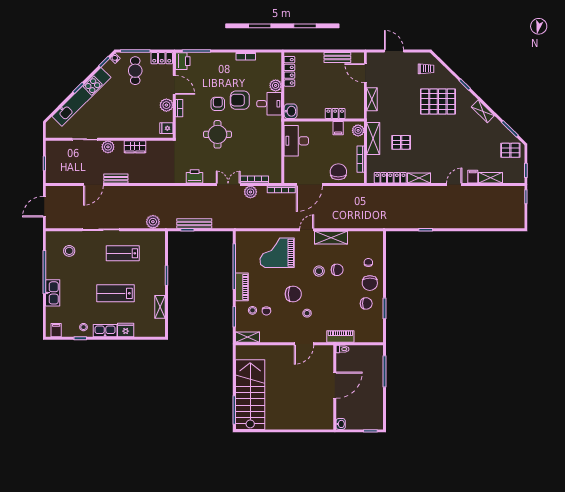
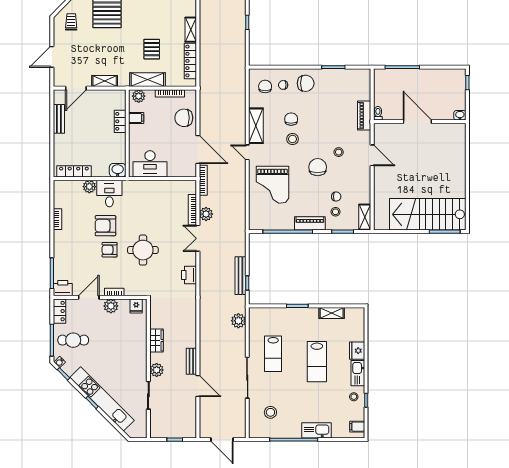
armchair: (240, 100) -> (105, 226), turned 90
chair: (366, 303) -> (265, 86), moved

